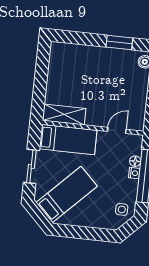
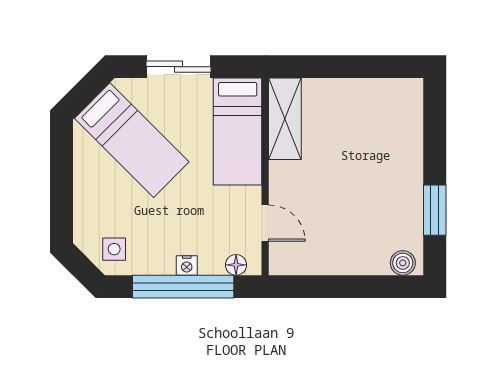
floor lamp: (135, 161) -> (236, 265), moved

